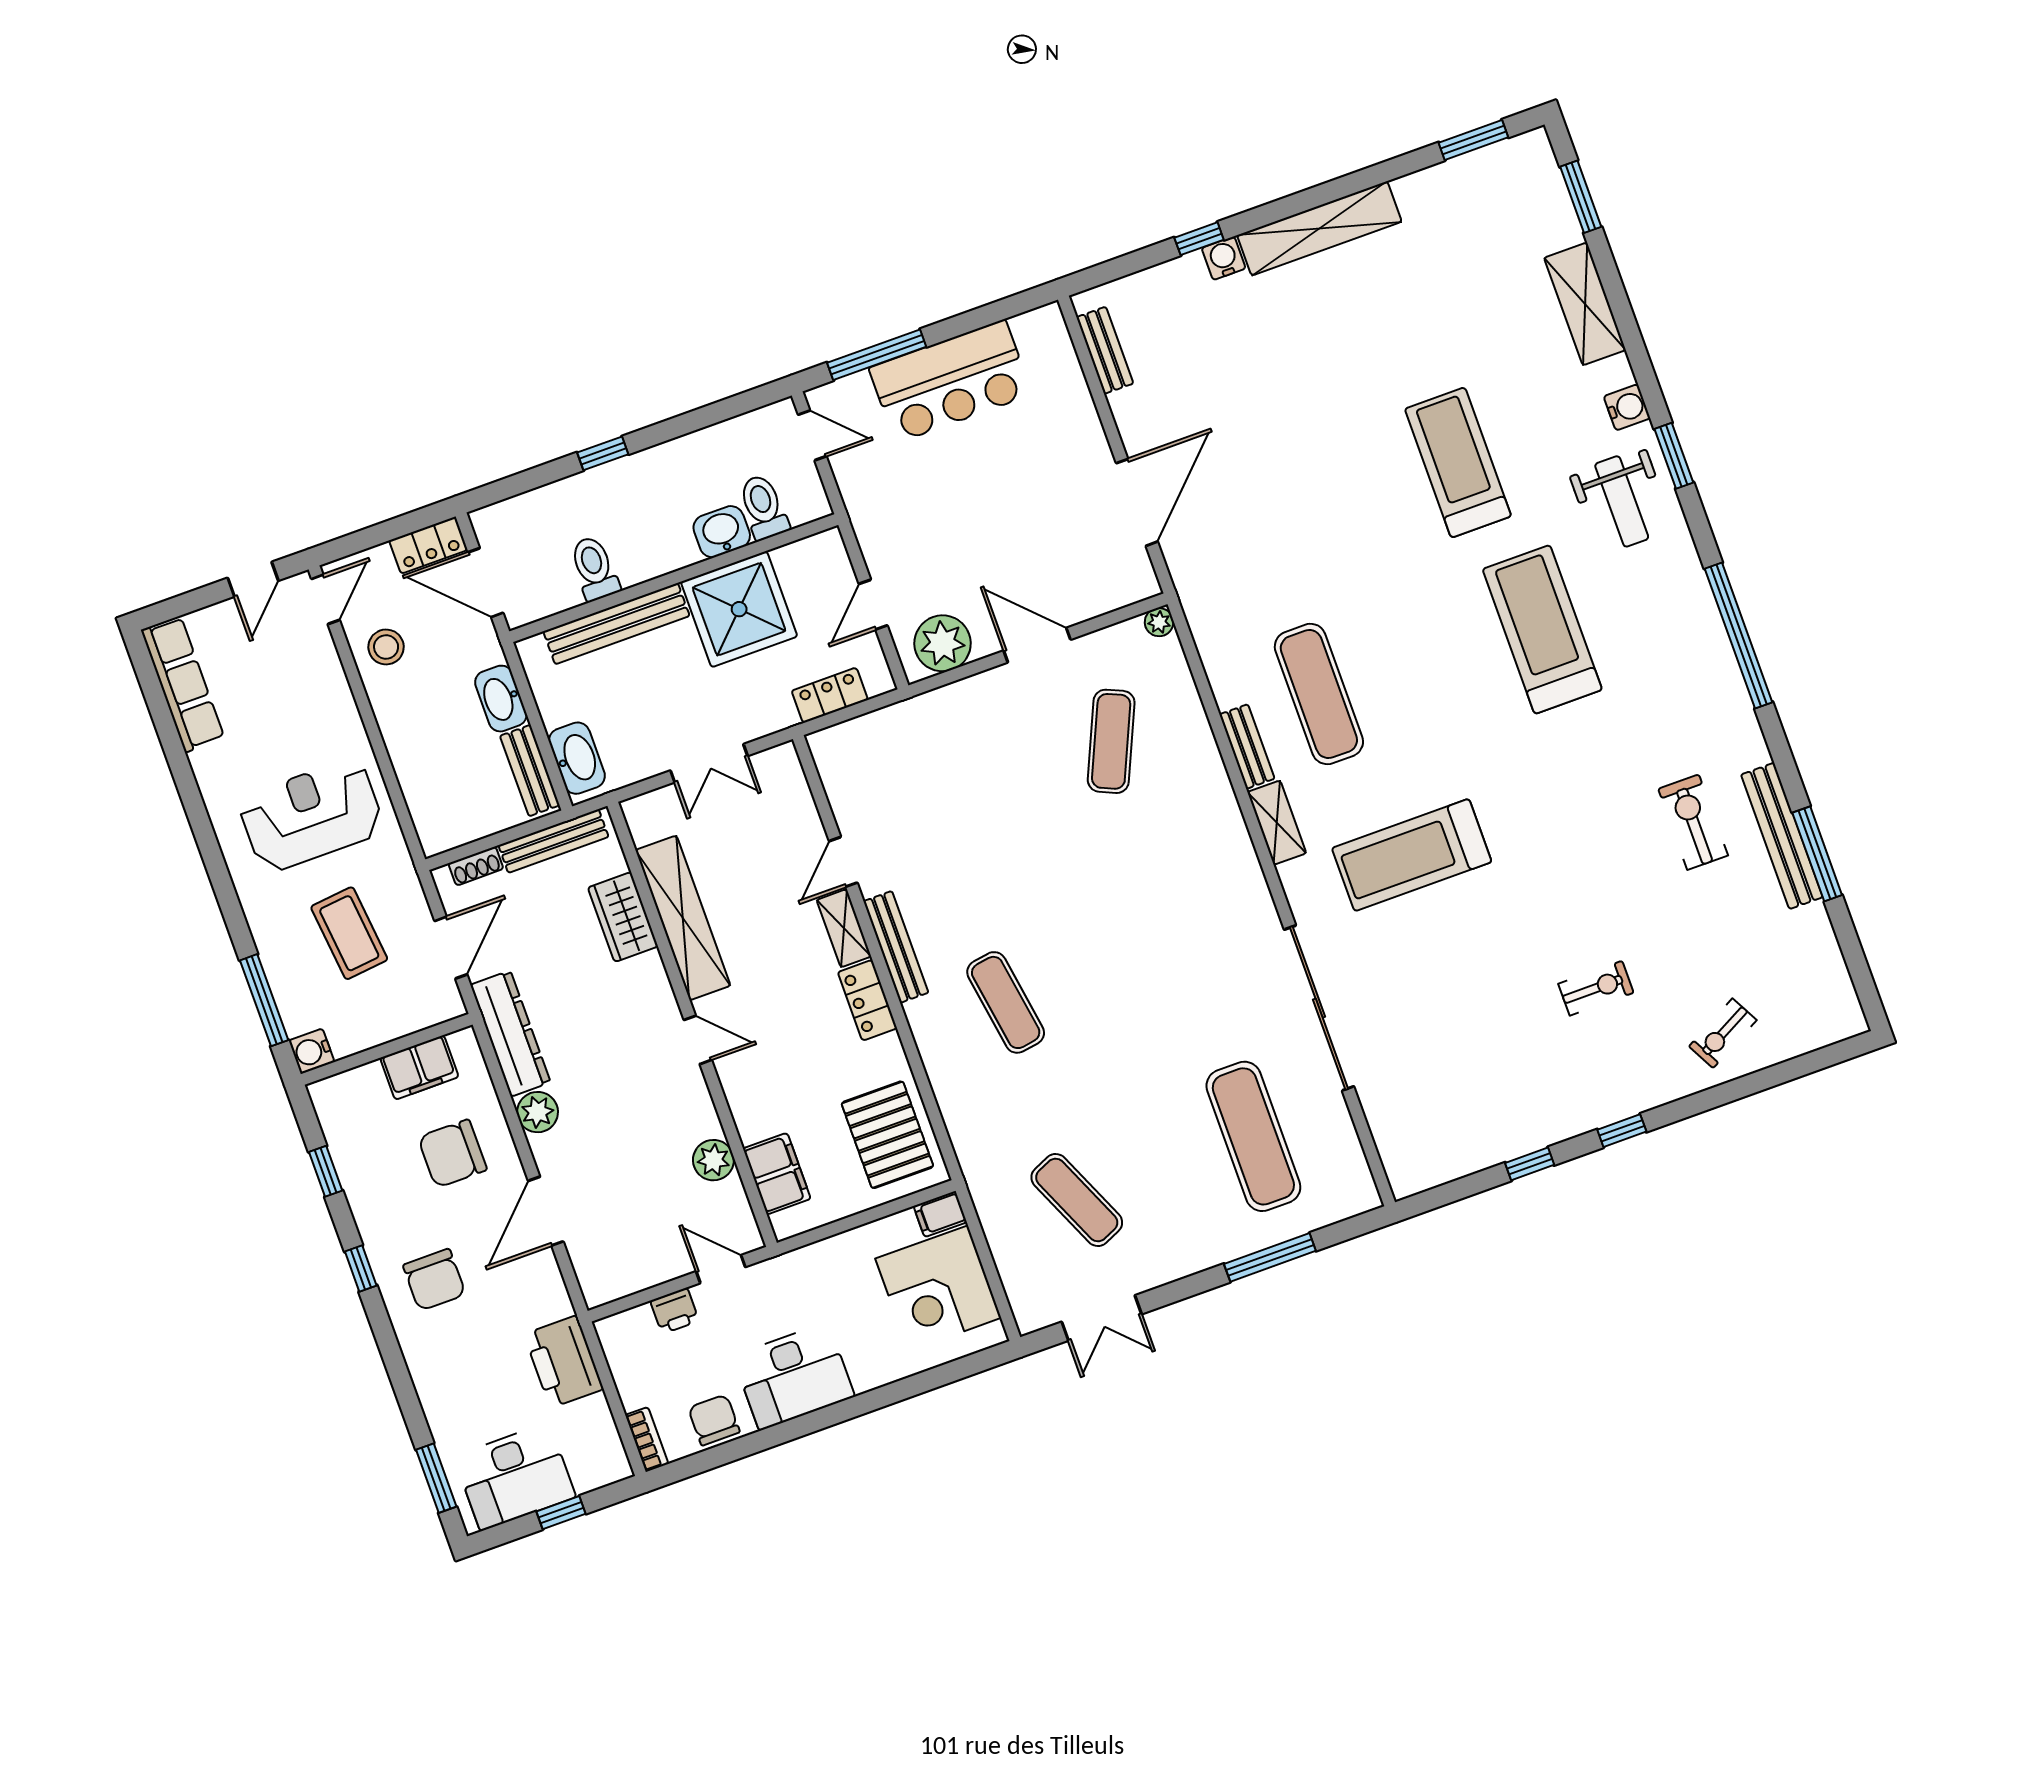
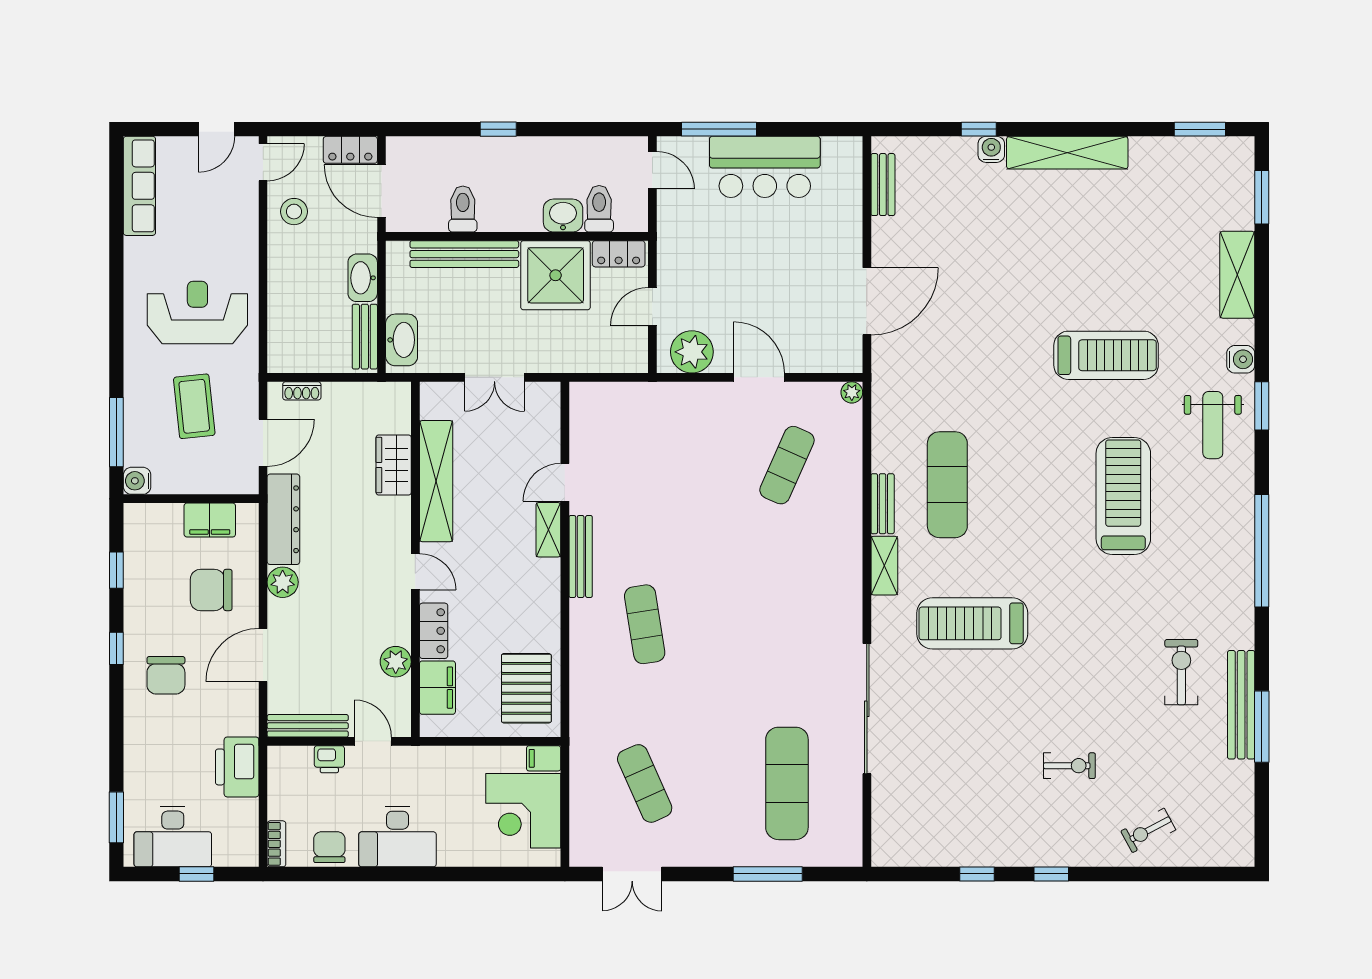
treadmill: (1458, 462) -> (1106, 355), turned 90
locker: (830, 695) -> (619, 254), moved, turned 180
bench: (553, 841) -> (308, 726), moved
locker: (867, 1000) -> (434, 631), moved, turned 180

